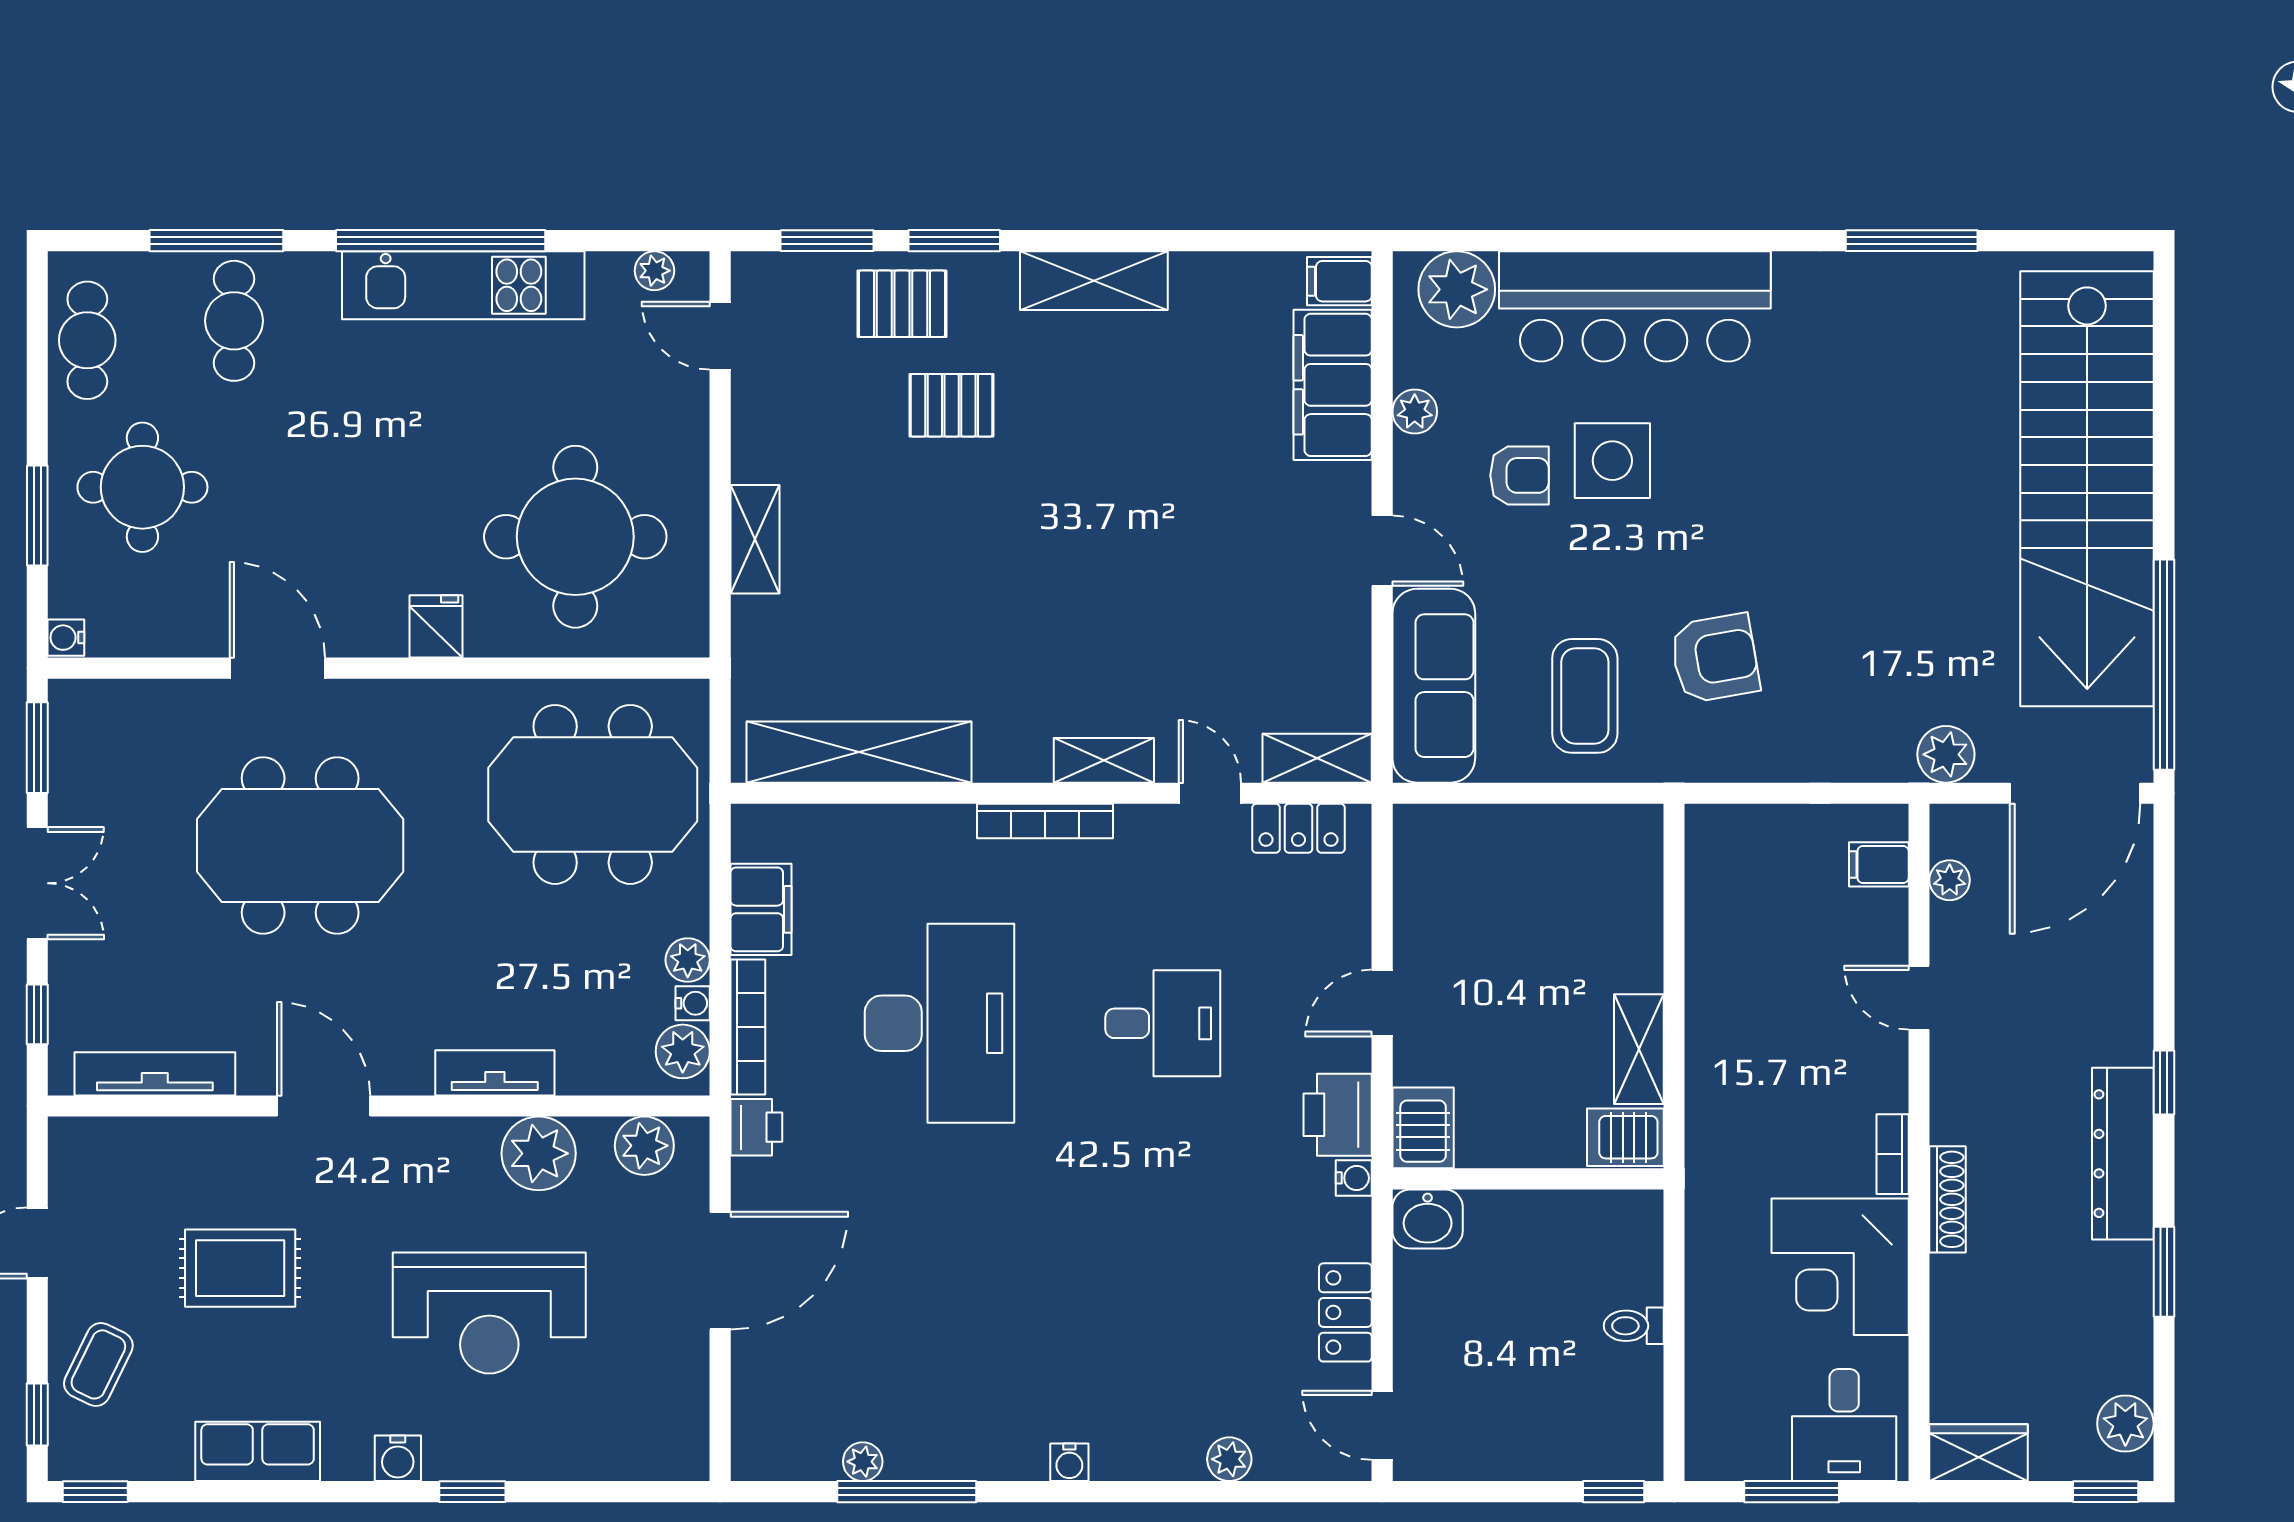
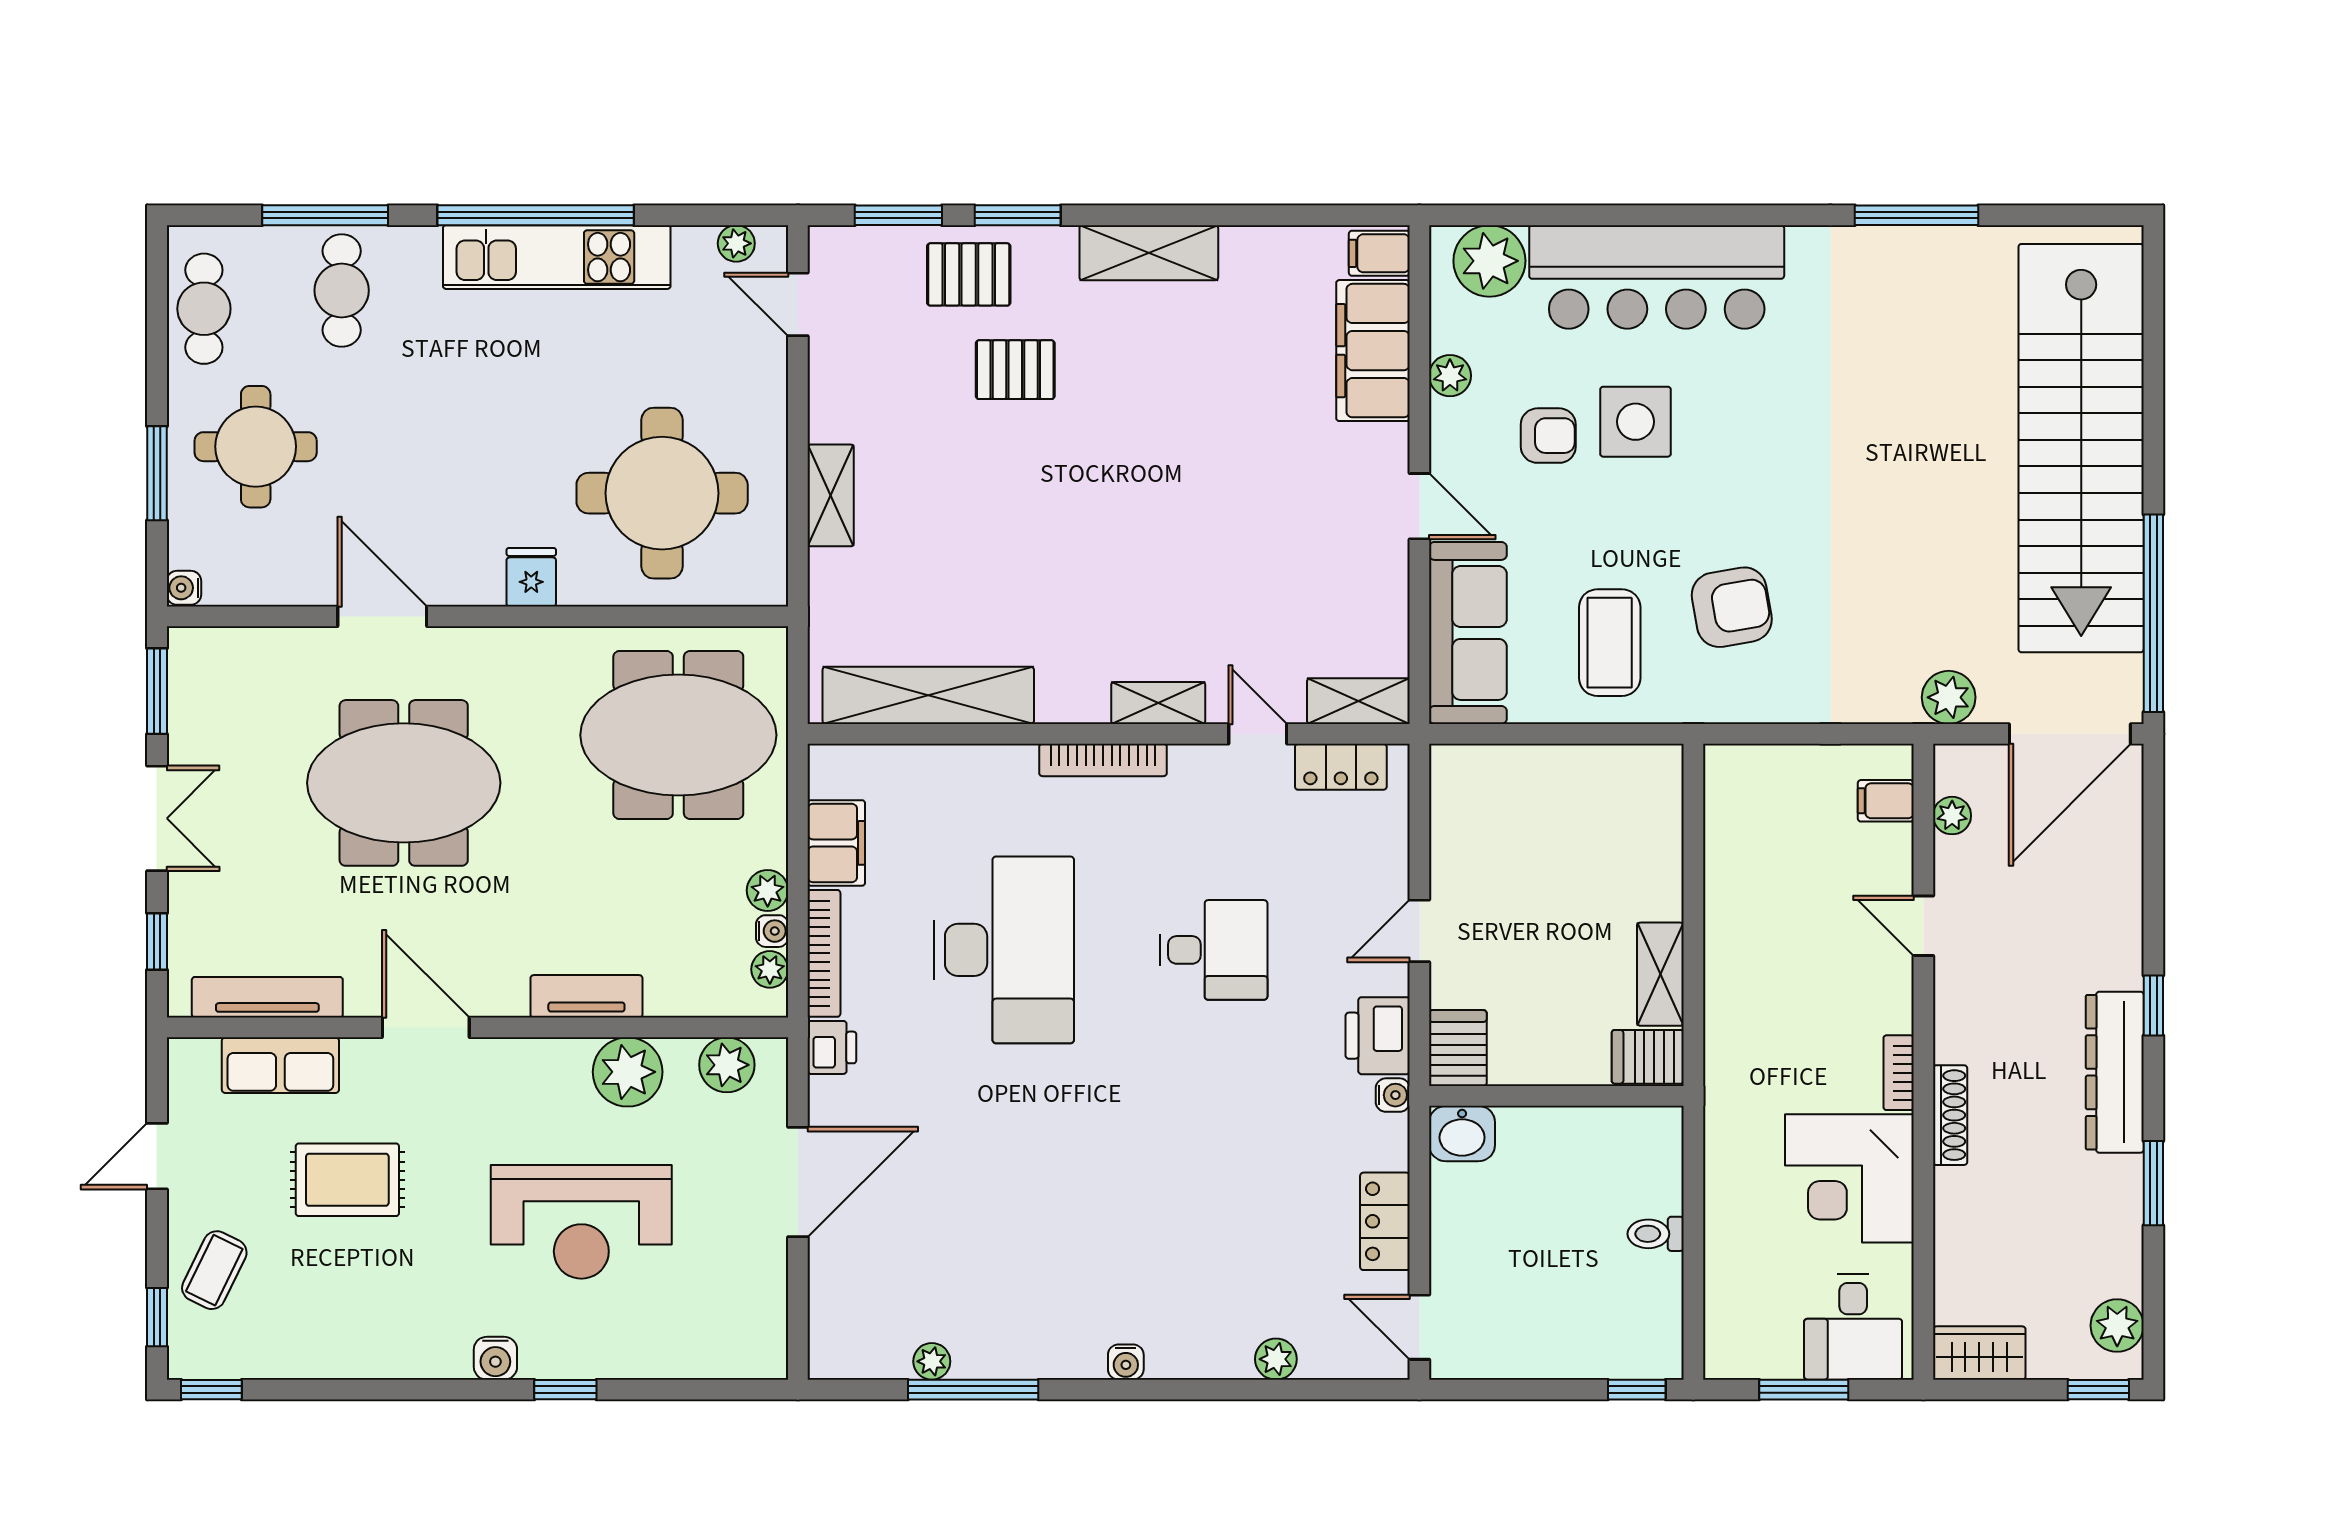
plant: (683, 1051) -> (770, 969), width x0.73, depth x0.73
row of seats: (258, 1451) -> (280, 1065), moved, turned 180

